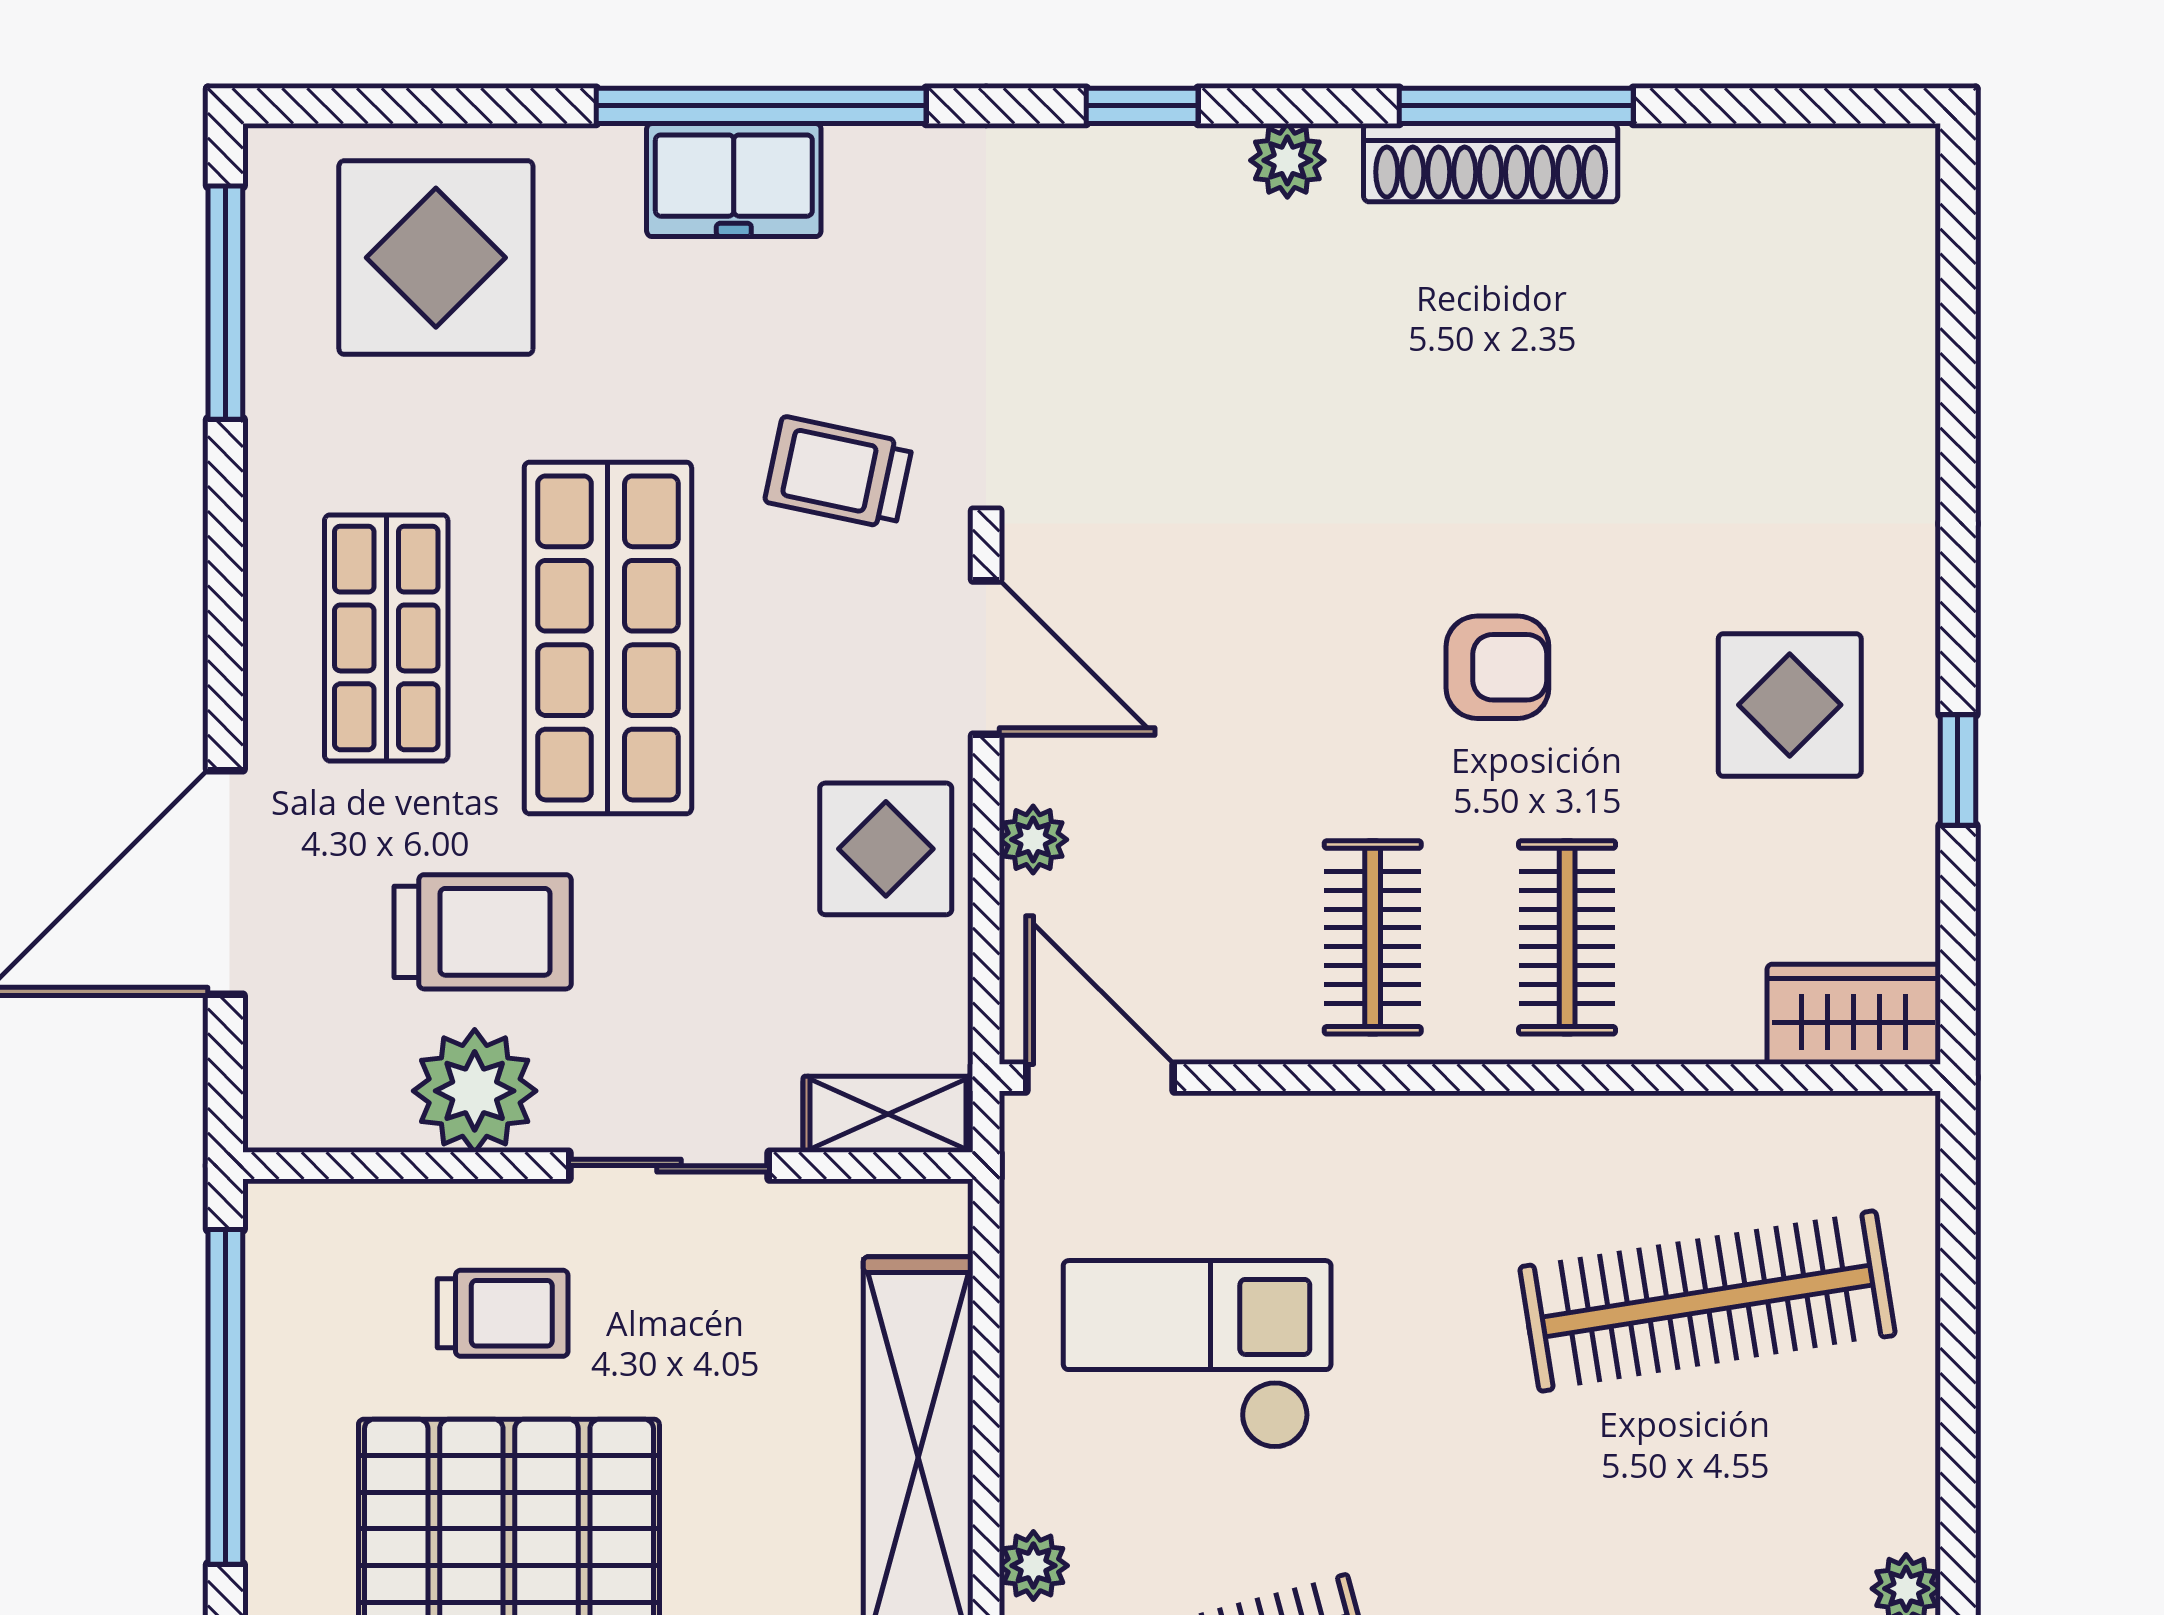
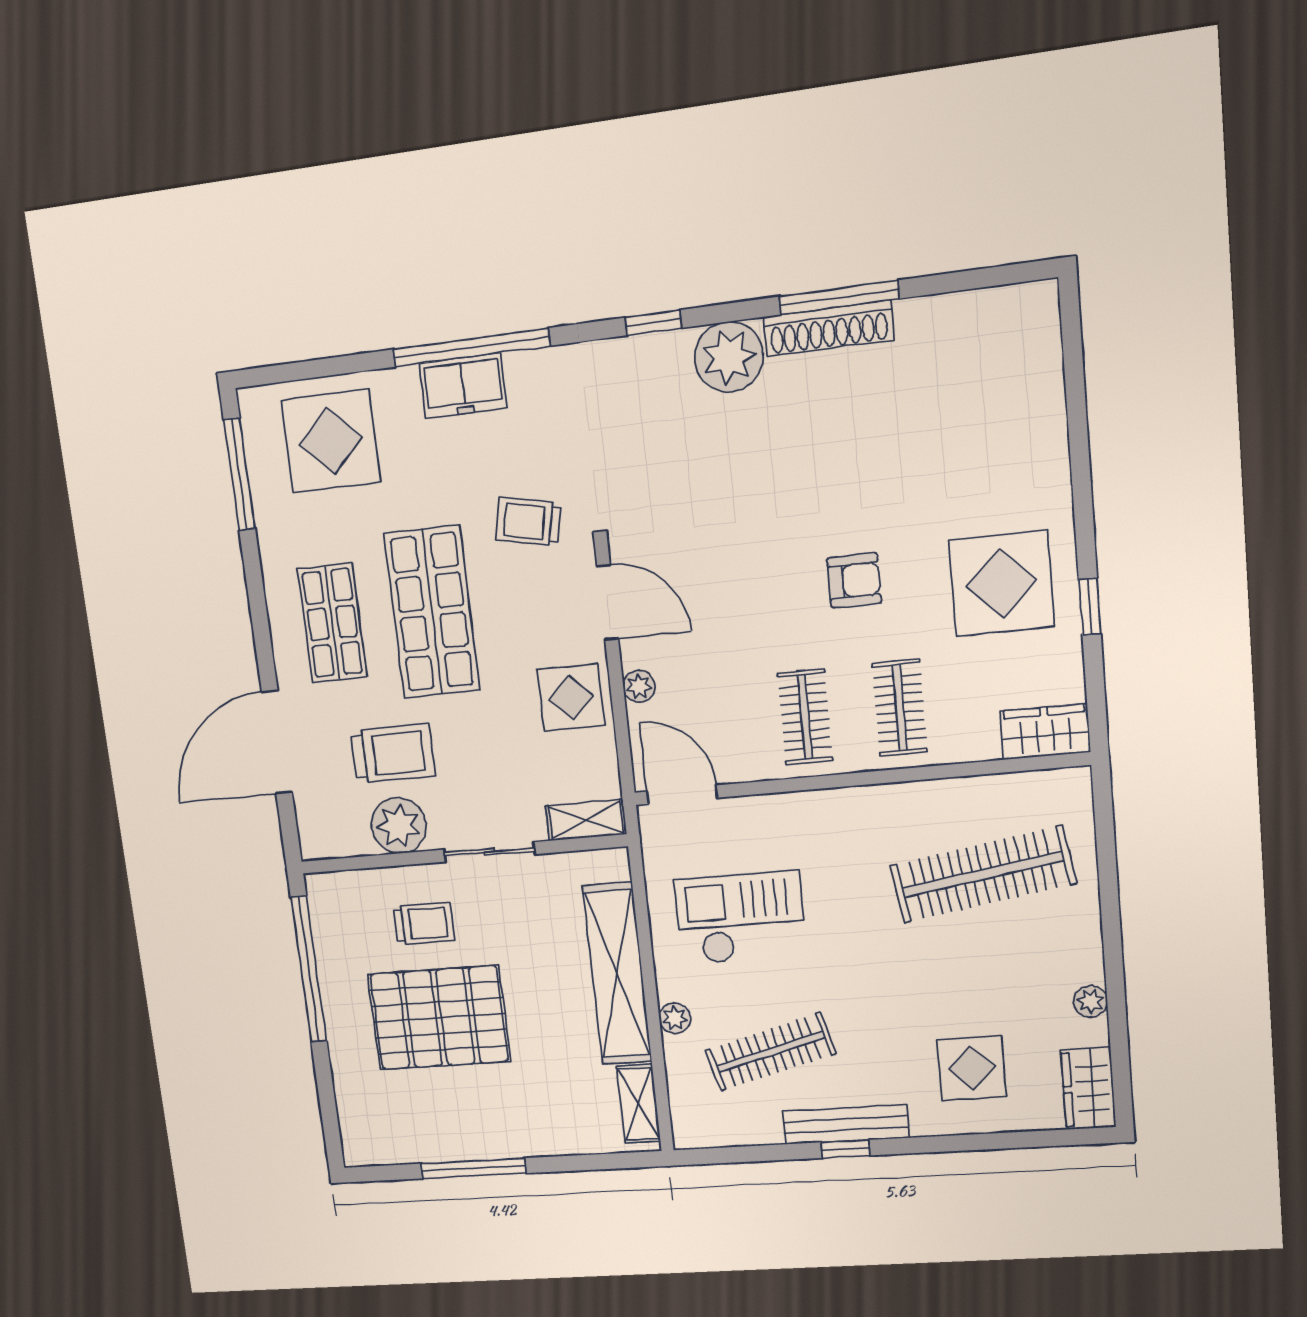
plant: (1287, 160) -> (729, 357), width x1.87, depth x1.87
display table: (1790, 705) -> (1002, 583), width x1.36, depth x1.36

